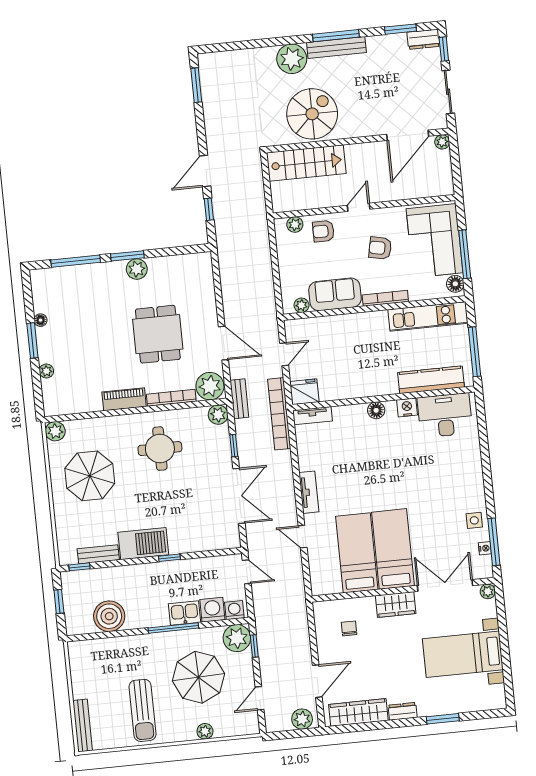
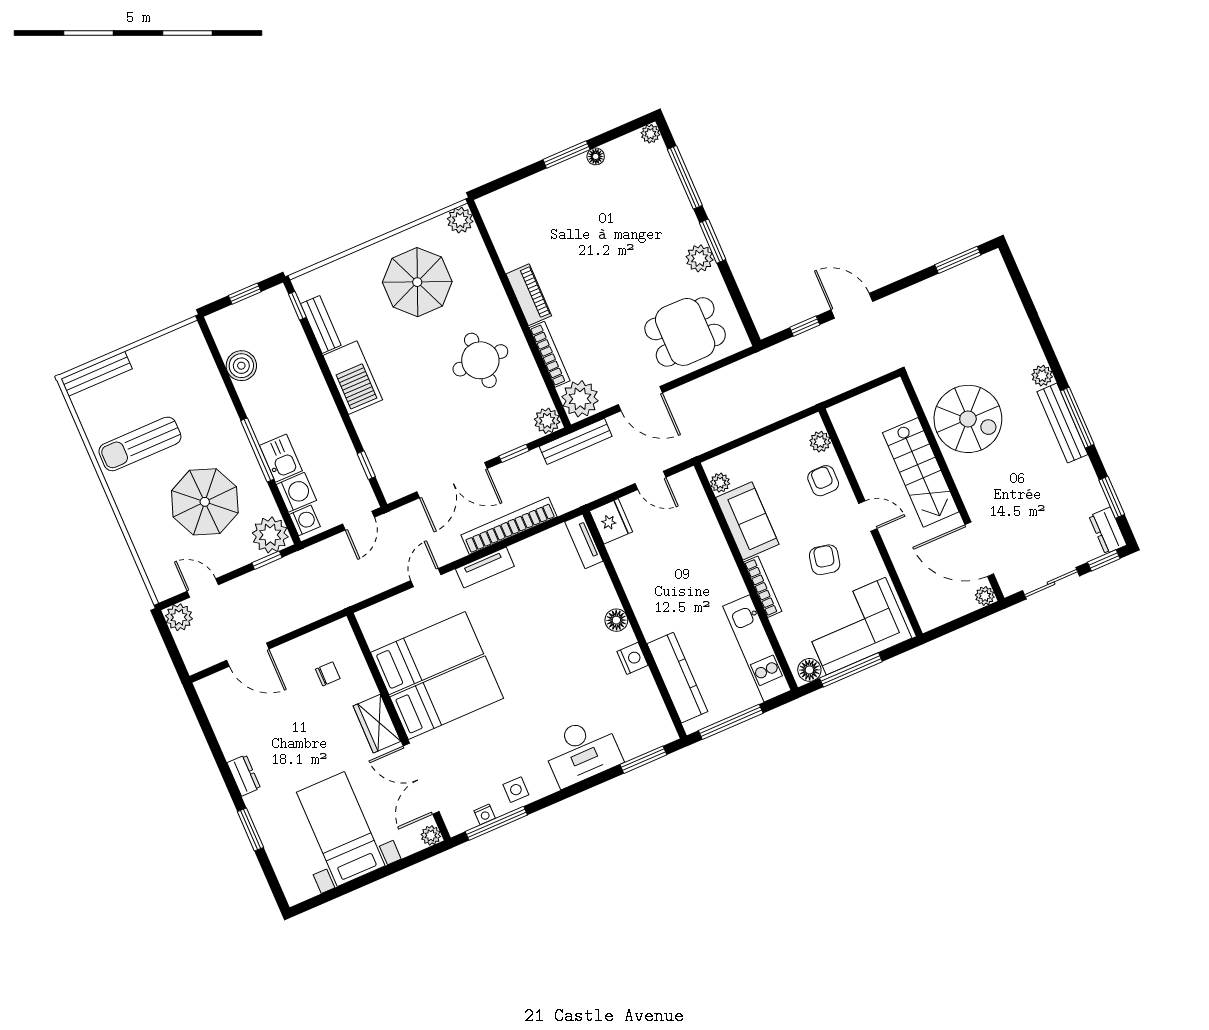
plant: (292, 59) -> (1042, 376), width x0.53, depth x0.53
stairs: (306, 163) -> (921, 472), moved
dining table: (158, 334) -> (685, 332), moved
door: (223, 343) -> (640, 399), hinge flipped
plant: (46, 371) -> (650, 134), moved
bench: (239, 399) -> (576, 441), width x1.36
bookcase: (279, 414) -> (509, 526), moved
desk: (445, 415) -> (582, 751), moved, turned 90
window: (482, 423) -> (643, 760), added
window: (169, 558) -> (366, 465), moved
double door: (445, 586) -> (421, 779), swing flipped
boiler: (109, 616) -> (241, 366), width x0.73, depth x0.73
wardrobe: (358, 712) -> (225, 720), removed
plant: (302, 719) -> (179, 617), moved
plant: (205, 731) -> (139, 532), removed

